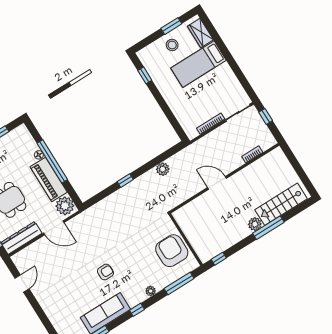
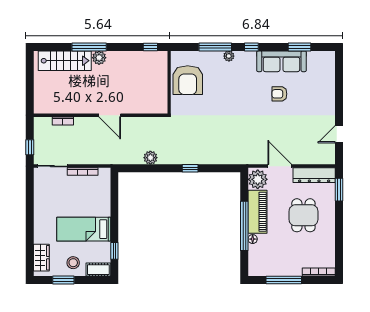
cot: (148, 52) -> (98, 270), added
bed: (198, 64) -> (84, 229), moved, turned 180
armchair: (105, 272) -> (279, 94), moved
window: (179, 283) -> (215, 47), moved

